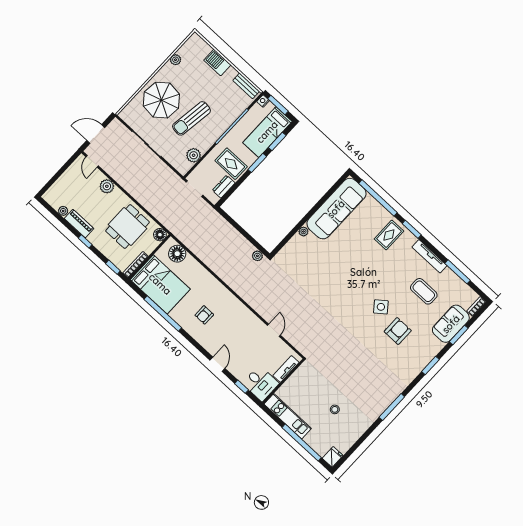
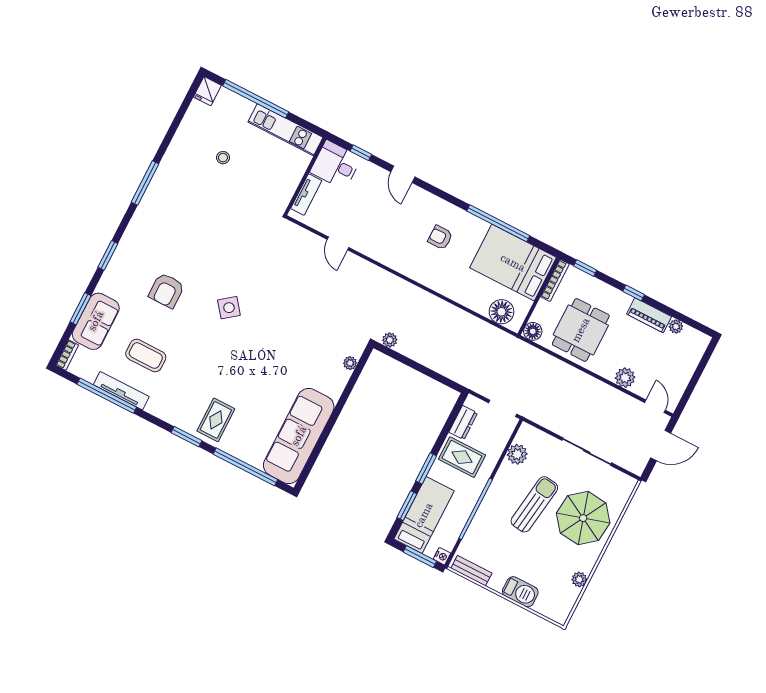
plant: (303, 232) -> (350, 363), moved
tv unit: (430, 256) -> (121, 391), moved
window: (457, 272) -> (107, 396), width x1.46
side table: (381, 307) -> (229, 308), moved
armchair: (204, 315) -> (440, 237), turned -90

